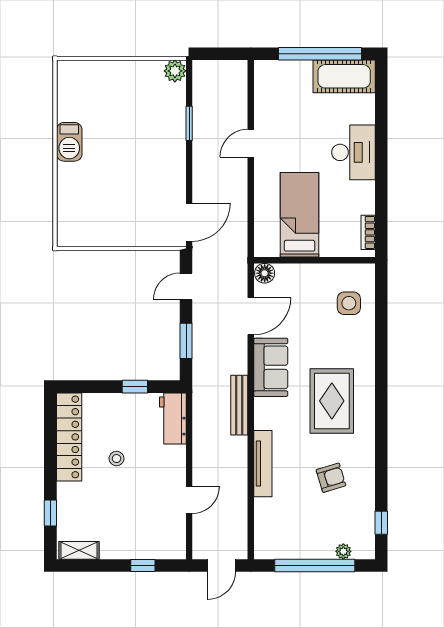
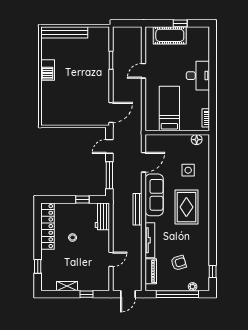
window: (320, 54) -> (180, 23), width x0.32
bench: (101, 71) -> (64, 32), added
plant: (175, 71) -> (103, 32), removed
cot: (344, 76) -> (170, 35), moved
floor lamp: (265, 273) -> (197, 140), moved
side table: (349, 303) -> (188, 170), moved
window: (186, 341) -> (109, 175), width x1.44
sofa: (271, 367) -> (154, 195), width x1.36
armchair: (331, 478) -> (179, 263), moved
piano: (265, 522) -> (151, 271), added
shelving: (79, 550) -> (67, 286), moved

